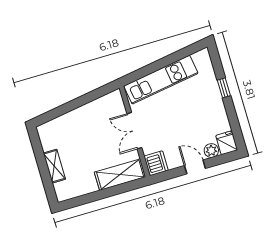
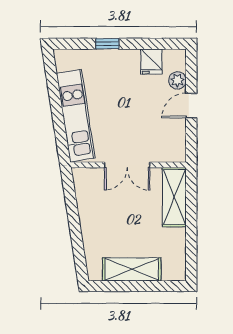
fridge: (227, 143) -> (151, 62), moved, turned -90
dishwasher: (156, 163) -> (173, 150), removed
shelving: (54, 166) -> (132, 269), width x1.50, depth x1.33

